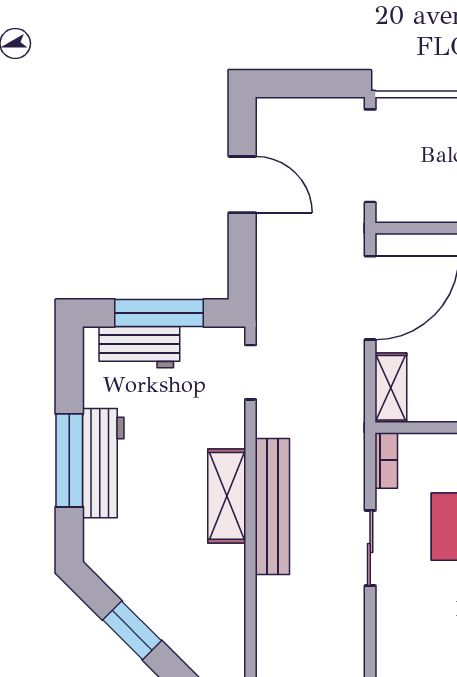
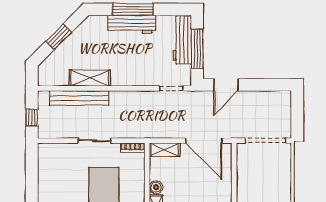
door: (242, 185) -> (226, 85), moved
workbench: (139, 347) -> (182, 40), width x1.37
shelving: (227, 496) -> (90, 78), moved
bench: (272, 506) -> (79, 98), moved

